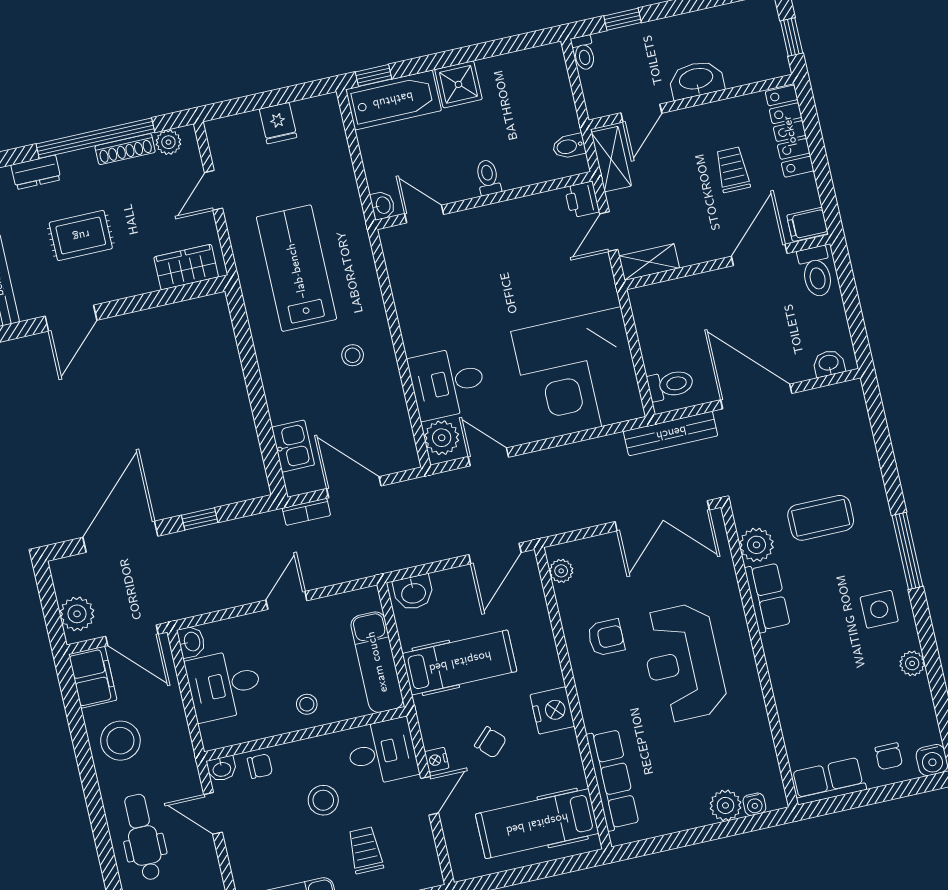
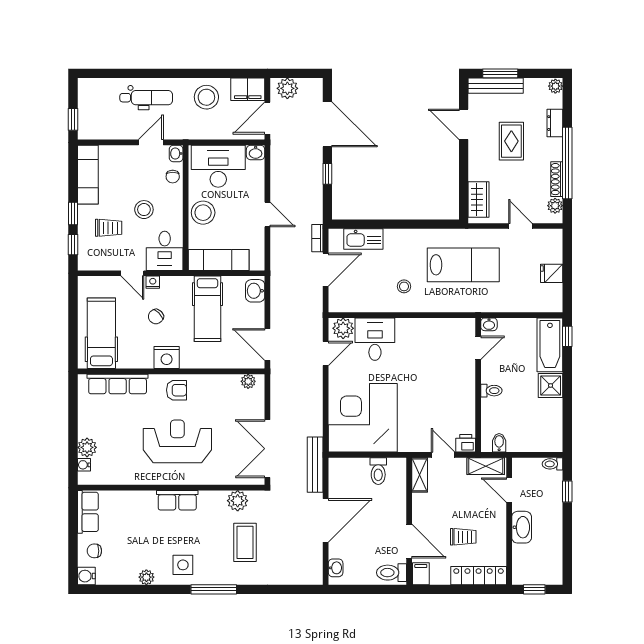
toilet: (670, 385) -> (378, 471), moved
kitchen sink: (293, 446) -> (363, 239), width x1.38
row of seats: (767, 597) -> (177, 500), moved
armchair: (606, 638) -> (177, 390), moved, turned -90
desk: (224, 685) -> (218, 166), width x1.37
stool: (307, 704) -> (203, 213), width x1.89, depth x1.89

